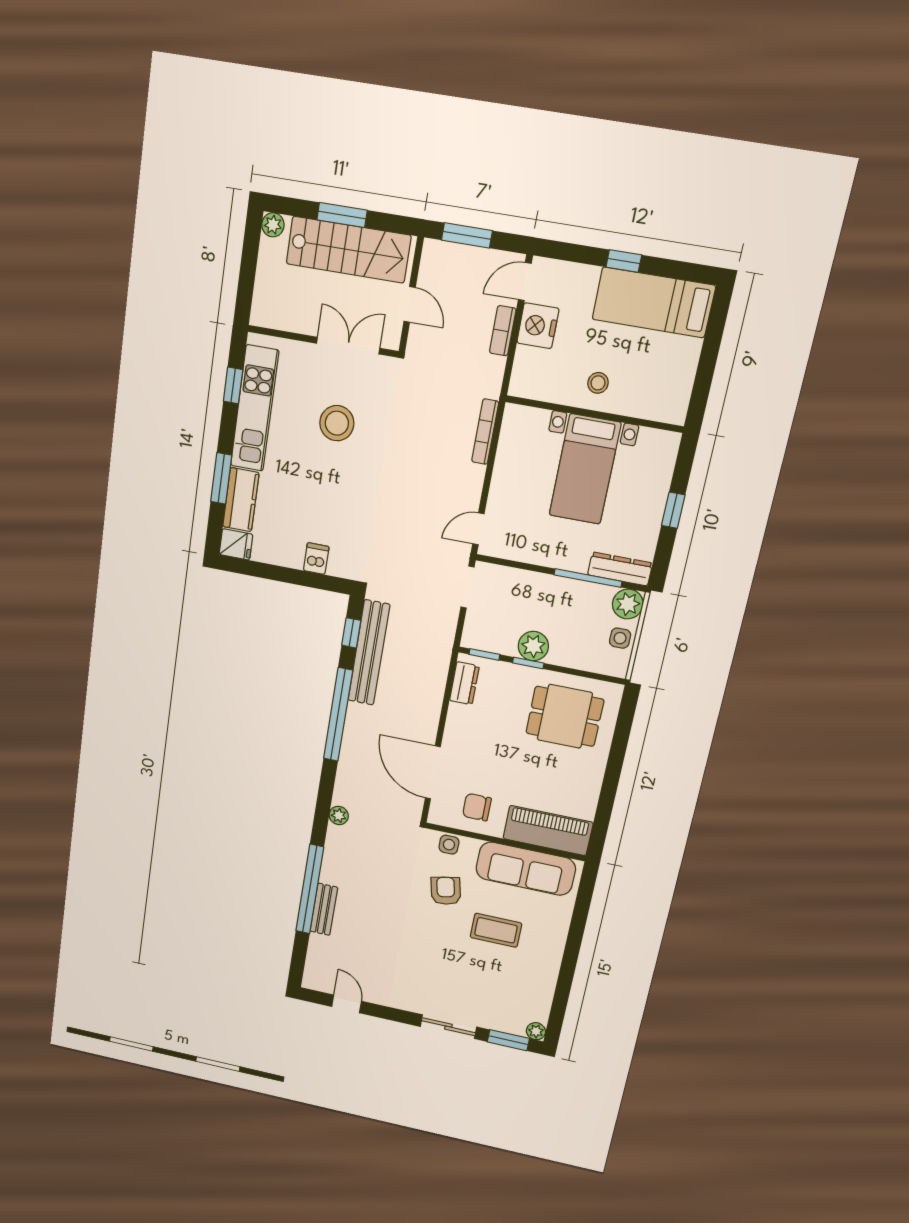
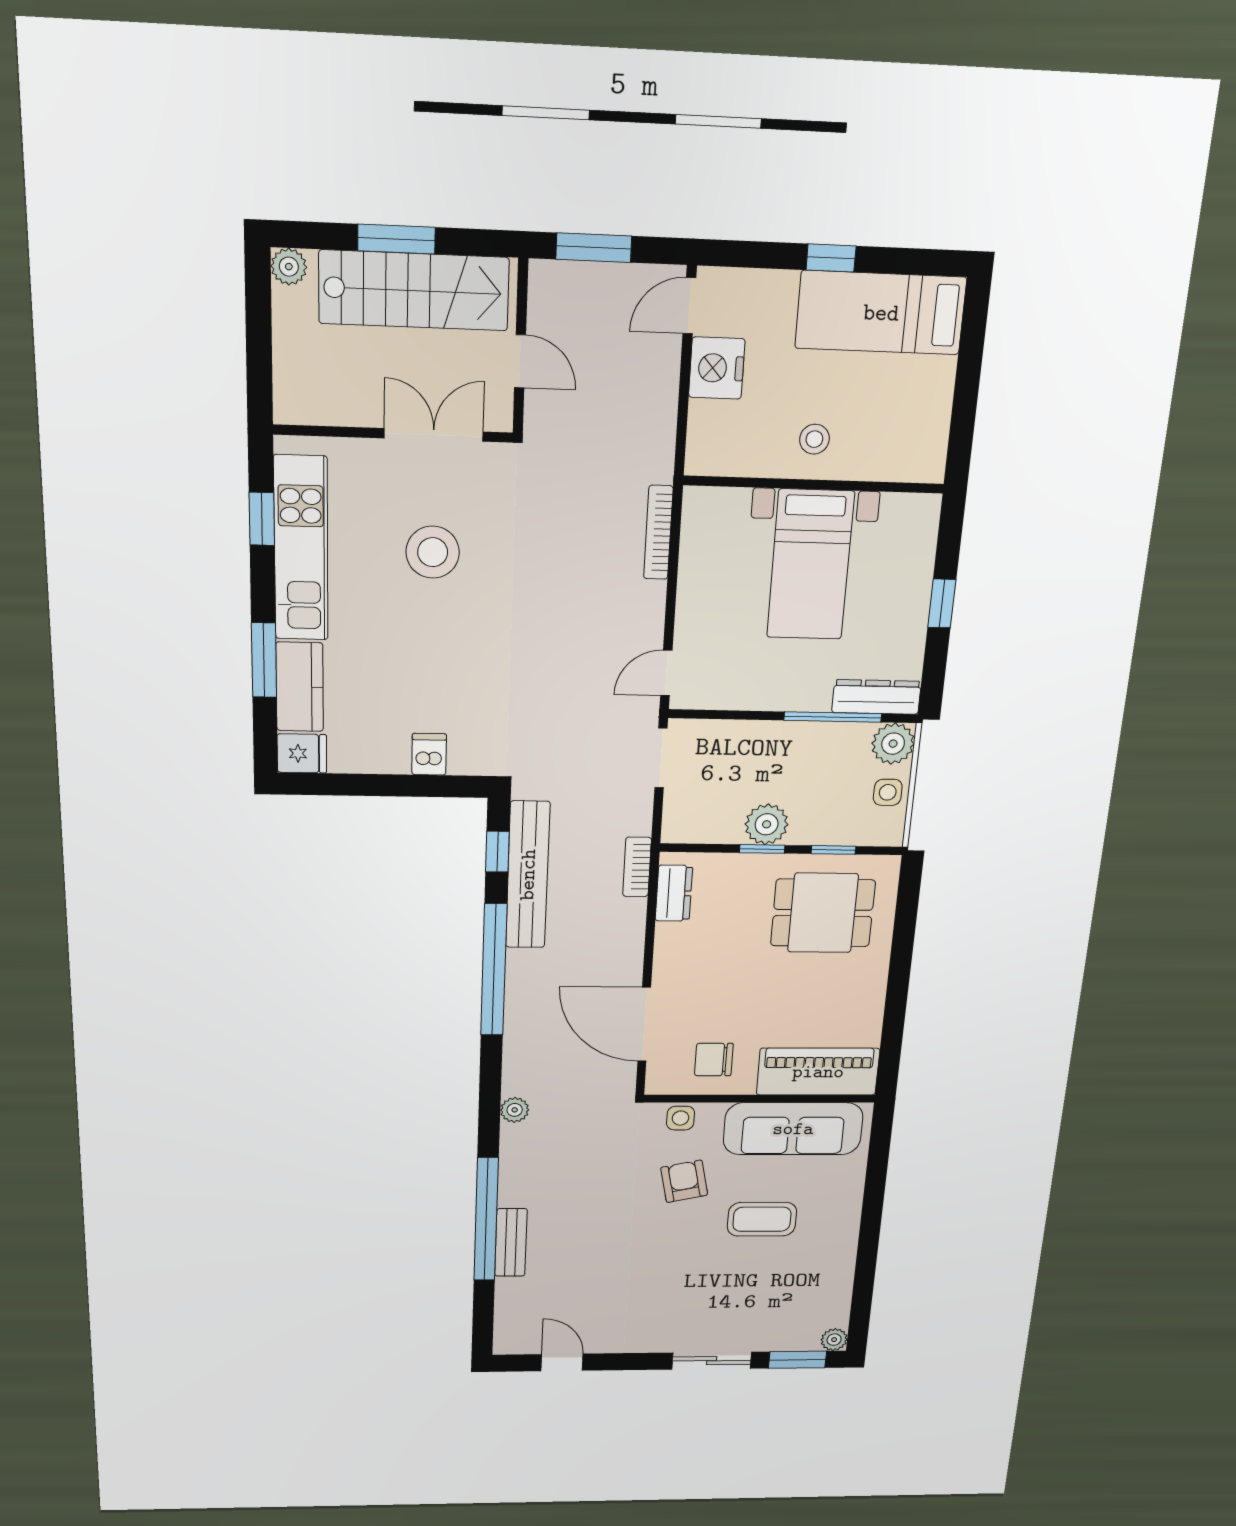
bookcase: (503, 331) -> (637, 867), moved
window: (484, 654) -> (834, 850), moved

